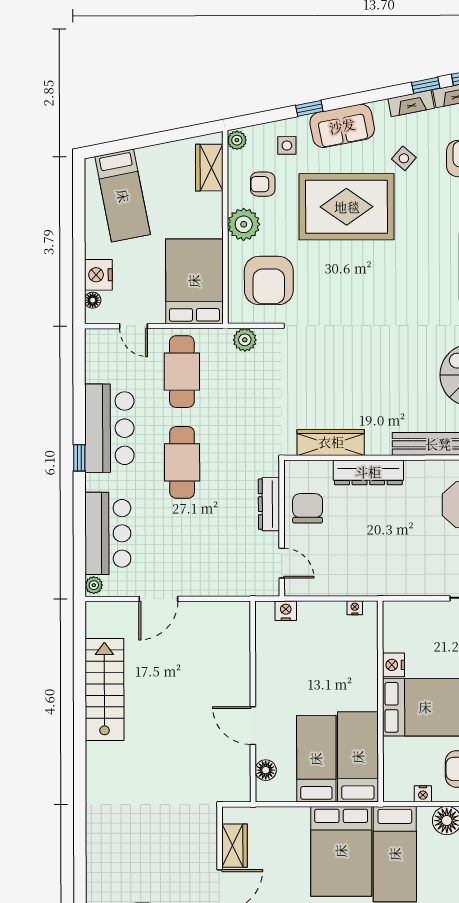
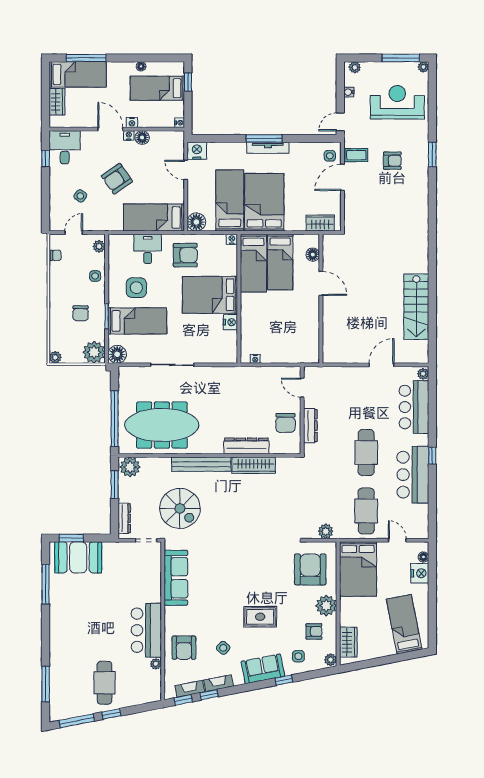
rug: (347, 207) -> (260, 617), width x0.54, depth x0.49
wardrobe: (331, 442) -> (254, 465), moved
nightstand: (286, 611) -> (300, 357), removed
nightstand: (423, 794) -> (232, 239), moved
wardrobe: (234, 846) -> (320, 223), moved, turned 90

